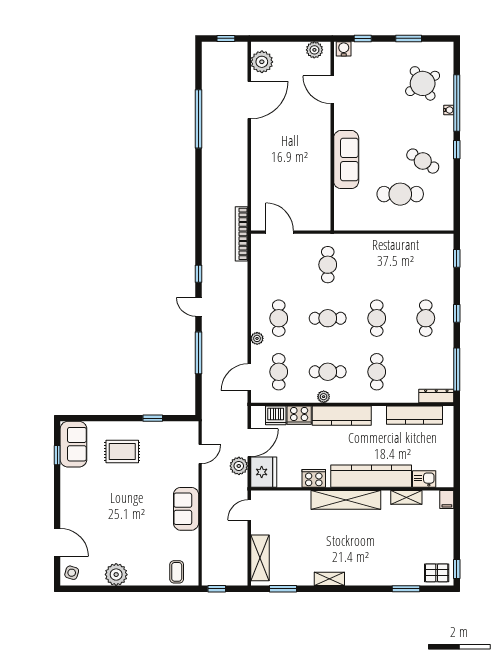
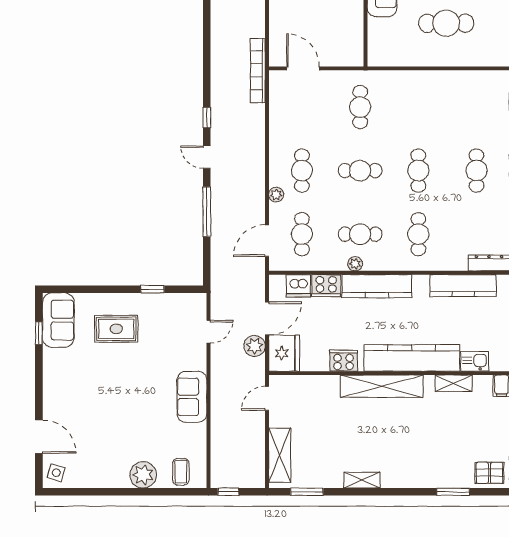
plant: (116, 575) -> (143, 475), moved

